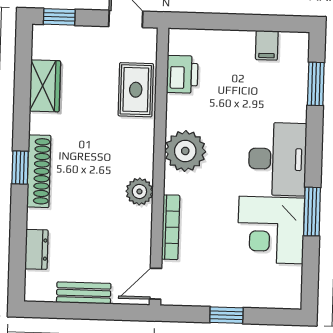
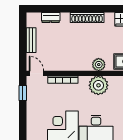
window: (20, 168) -> (89, 9), removed
plant: (139, 191) -> (99, 65), moved
window: (226, 315) -> (23, 93), moved

